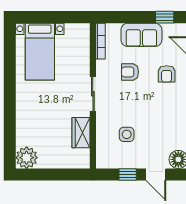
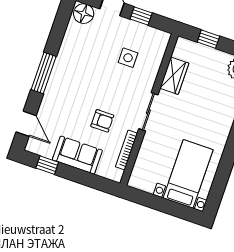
bookcase: (100, 41) -> (126, 150), moved
armchair: (167, 74) -> (65, 106), removed
window: (62, 174) -> (208, 39), added

